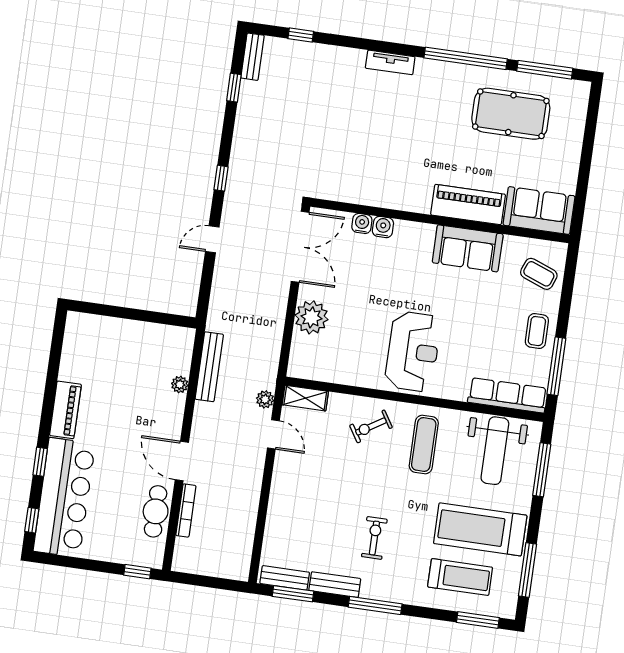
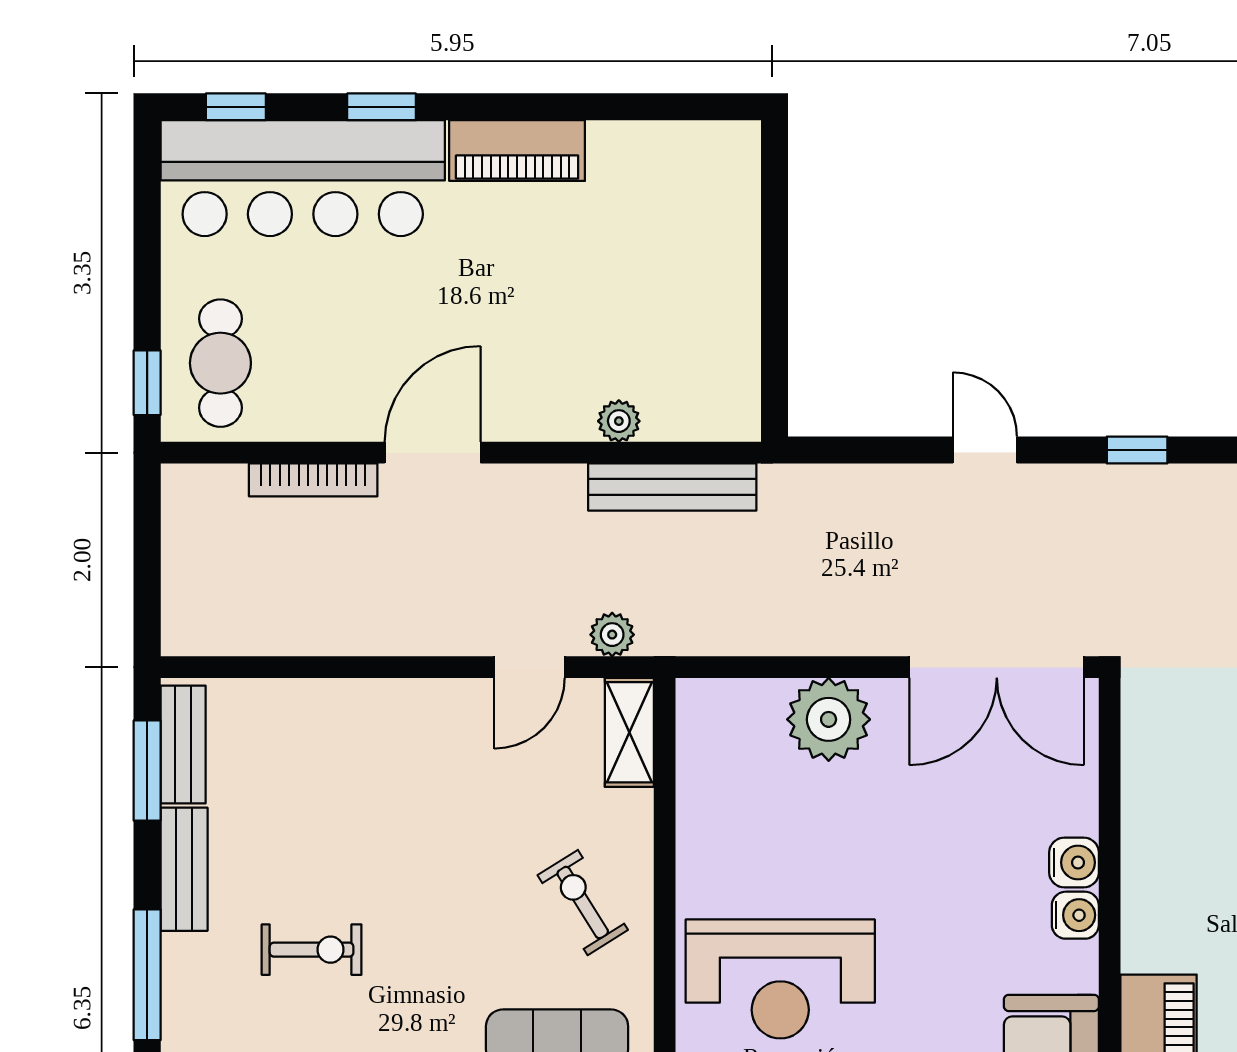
water cooler: (362, 223) -> (1075, 915), moved
cafe table: (156, 511) -> (220, 363), moved, turned 90

